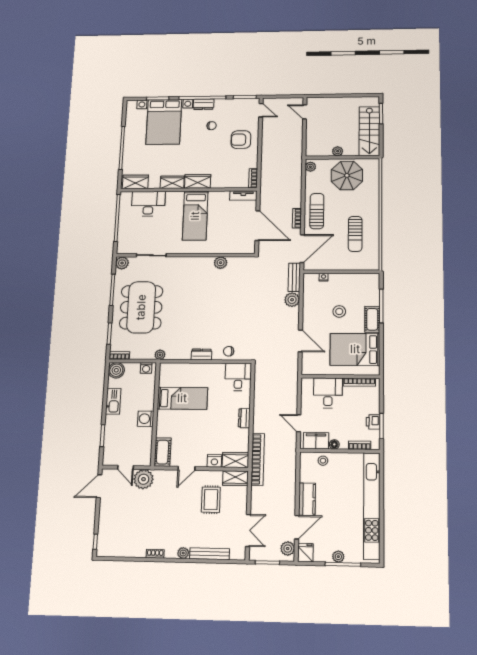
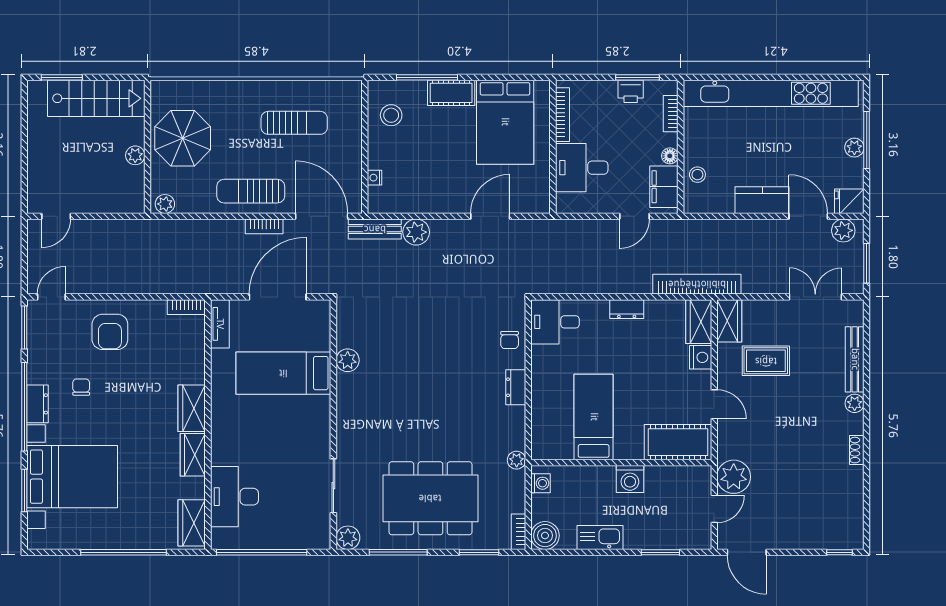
bed: (195, 216) -> (283, 373), moved, turned 180
stool: (339, 311) -> (391, 115), moved
cot: (163, 452) -> (678, 442), width x1.37, depth x1.34

